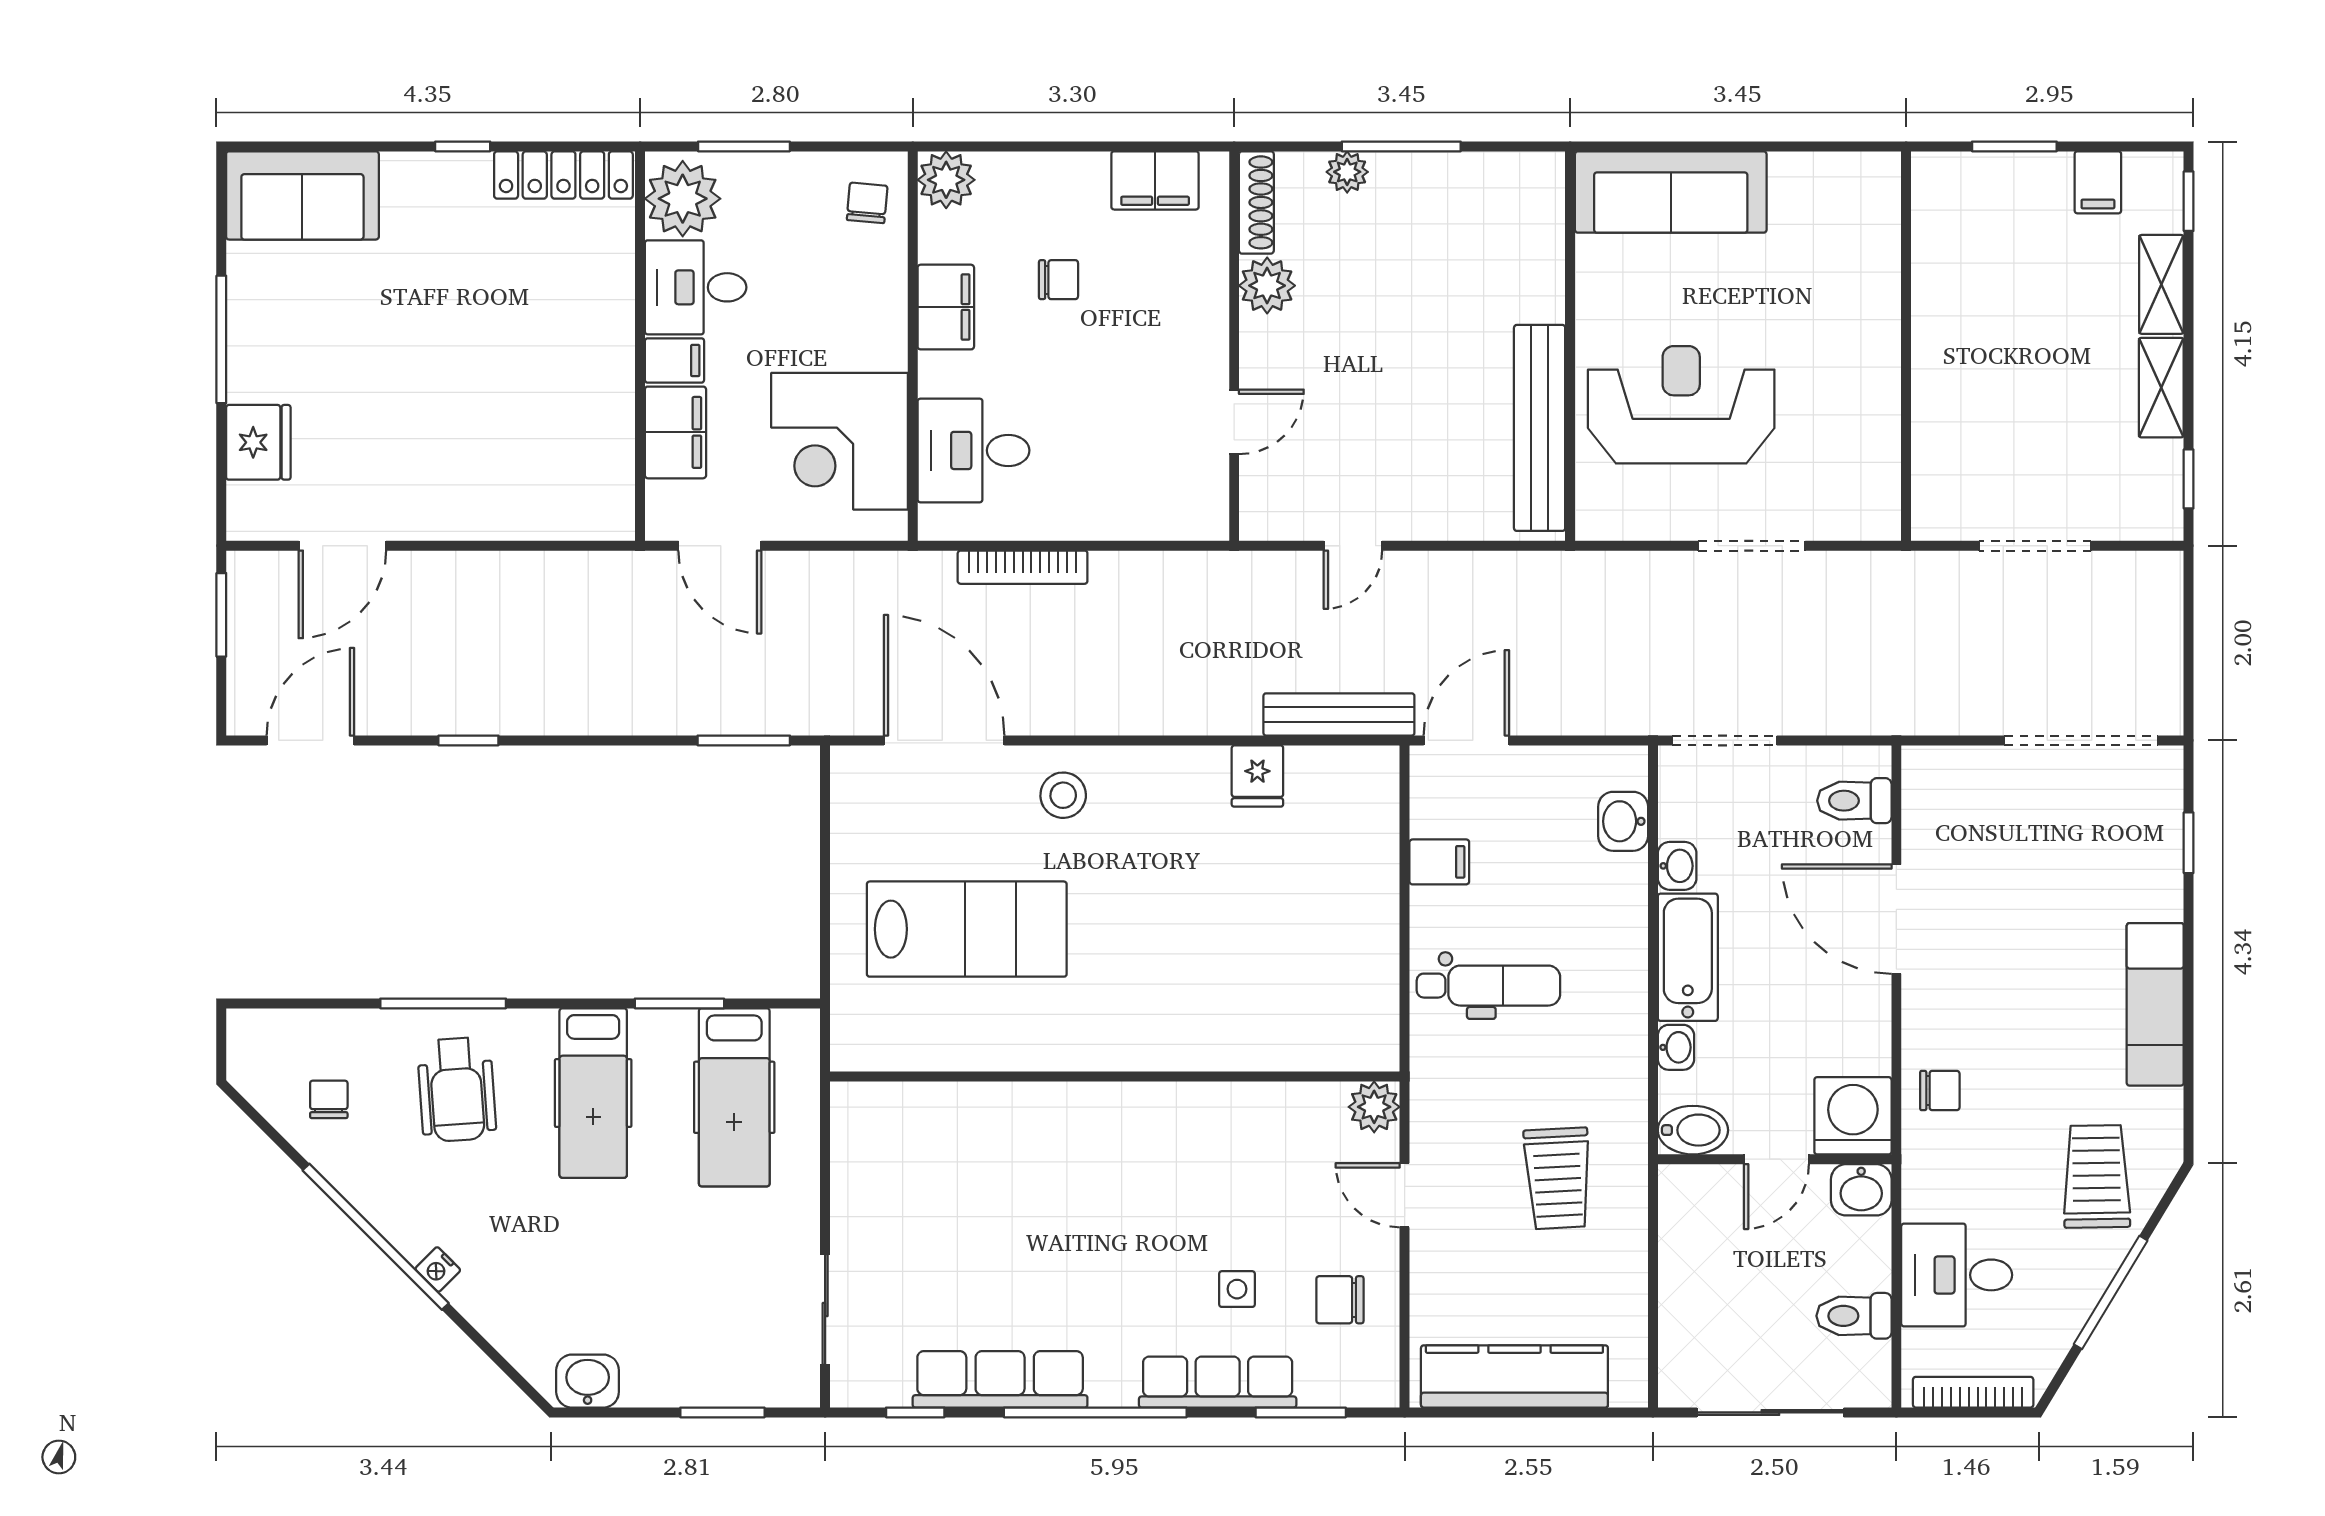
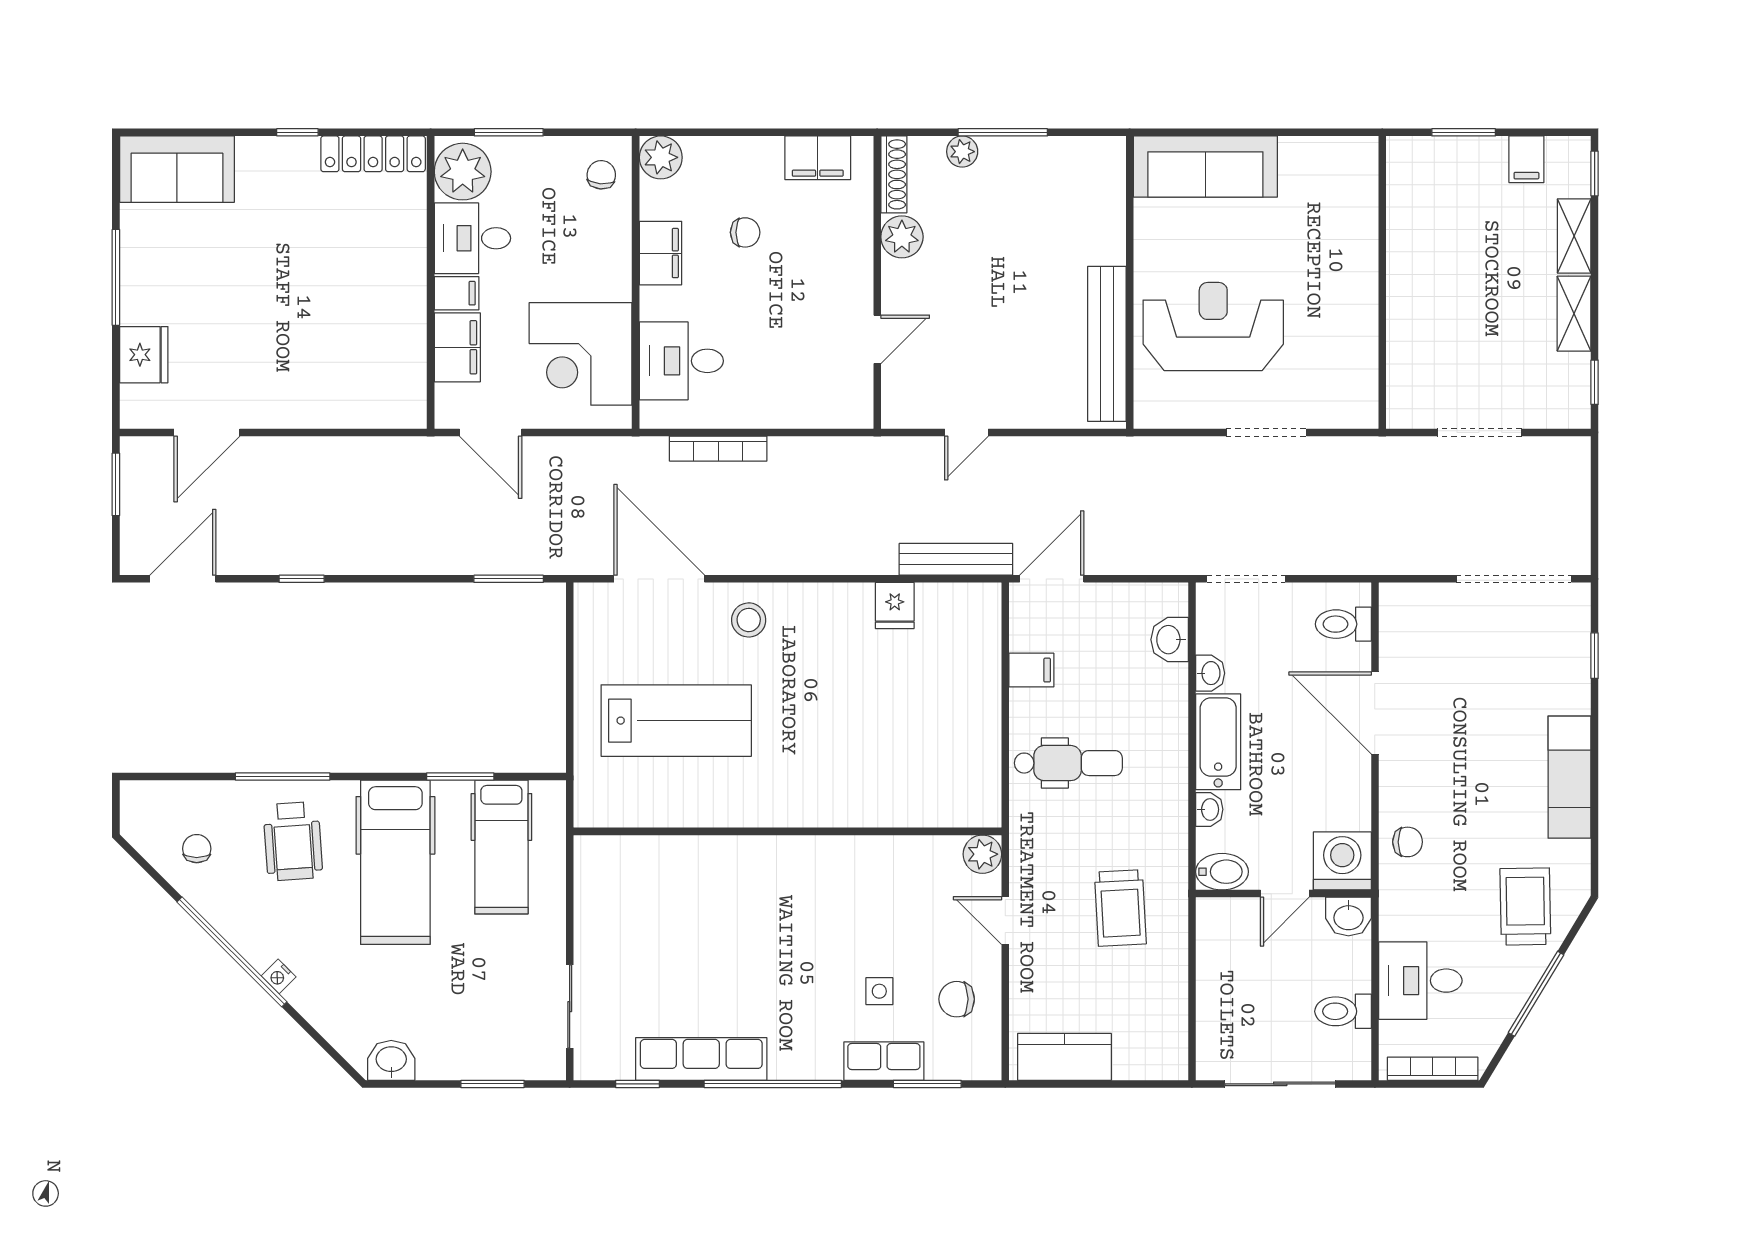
hospital bed: (593, 1093) -> (395, 862), width x1.37, depth x1.29
kitchen counter: (1514, 1376) -> (1064, 1057), width x0.67
row of seats: (1218, 1382) -> (884, 1061), width x0.68

